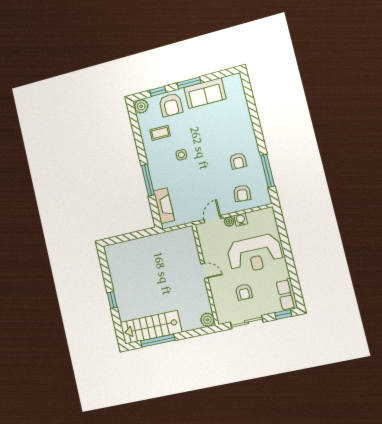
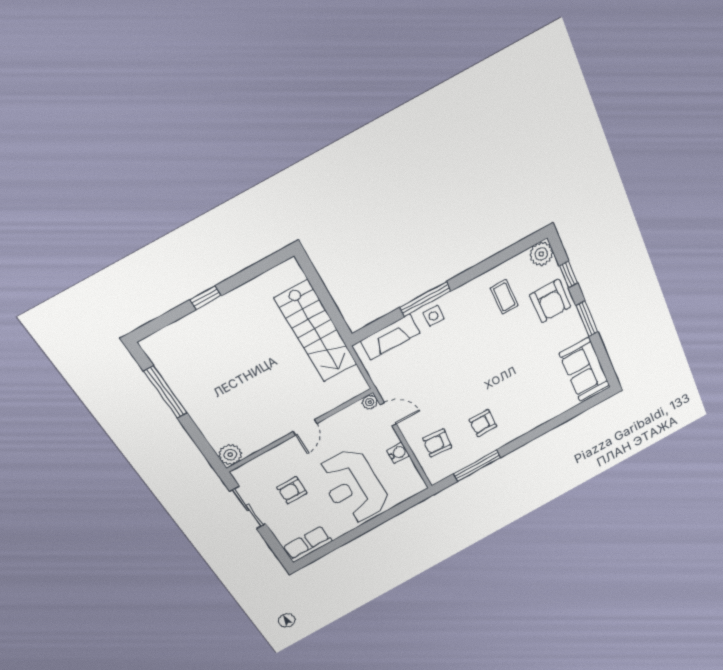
sofa: (205, 93) -> (584, 369), moved
armchair: (171, 105) -> (550, 301), turned -90
side table: (181, 155) -> (433, 316), moved
plant: (229, 222) -> (370, 402), moved
window: (283, 314) -> (277, 549), removed
stairs: (151, 327) -> (316, 332), moved, turned 180

